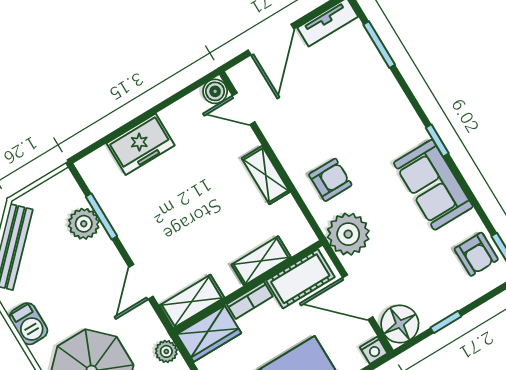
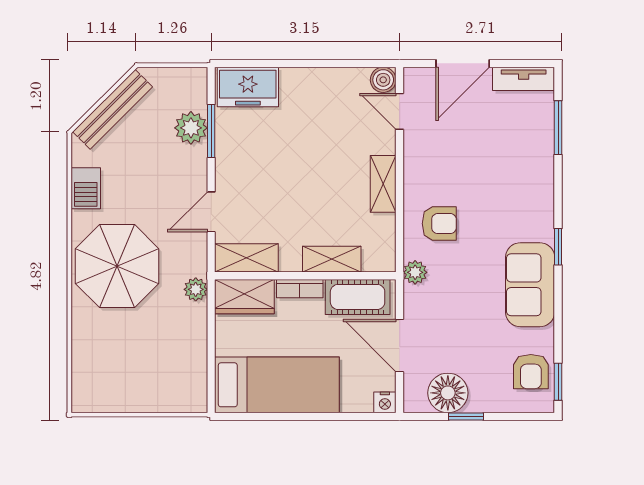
freezer: (141, 144) -> (248, 87), moved
plant: (348, 234) -> (415, 272), width x0.53, depth x0.53
floor lamp: (400, 324) -> (448, 393), moved

